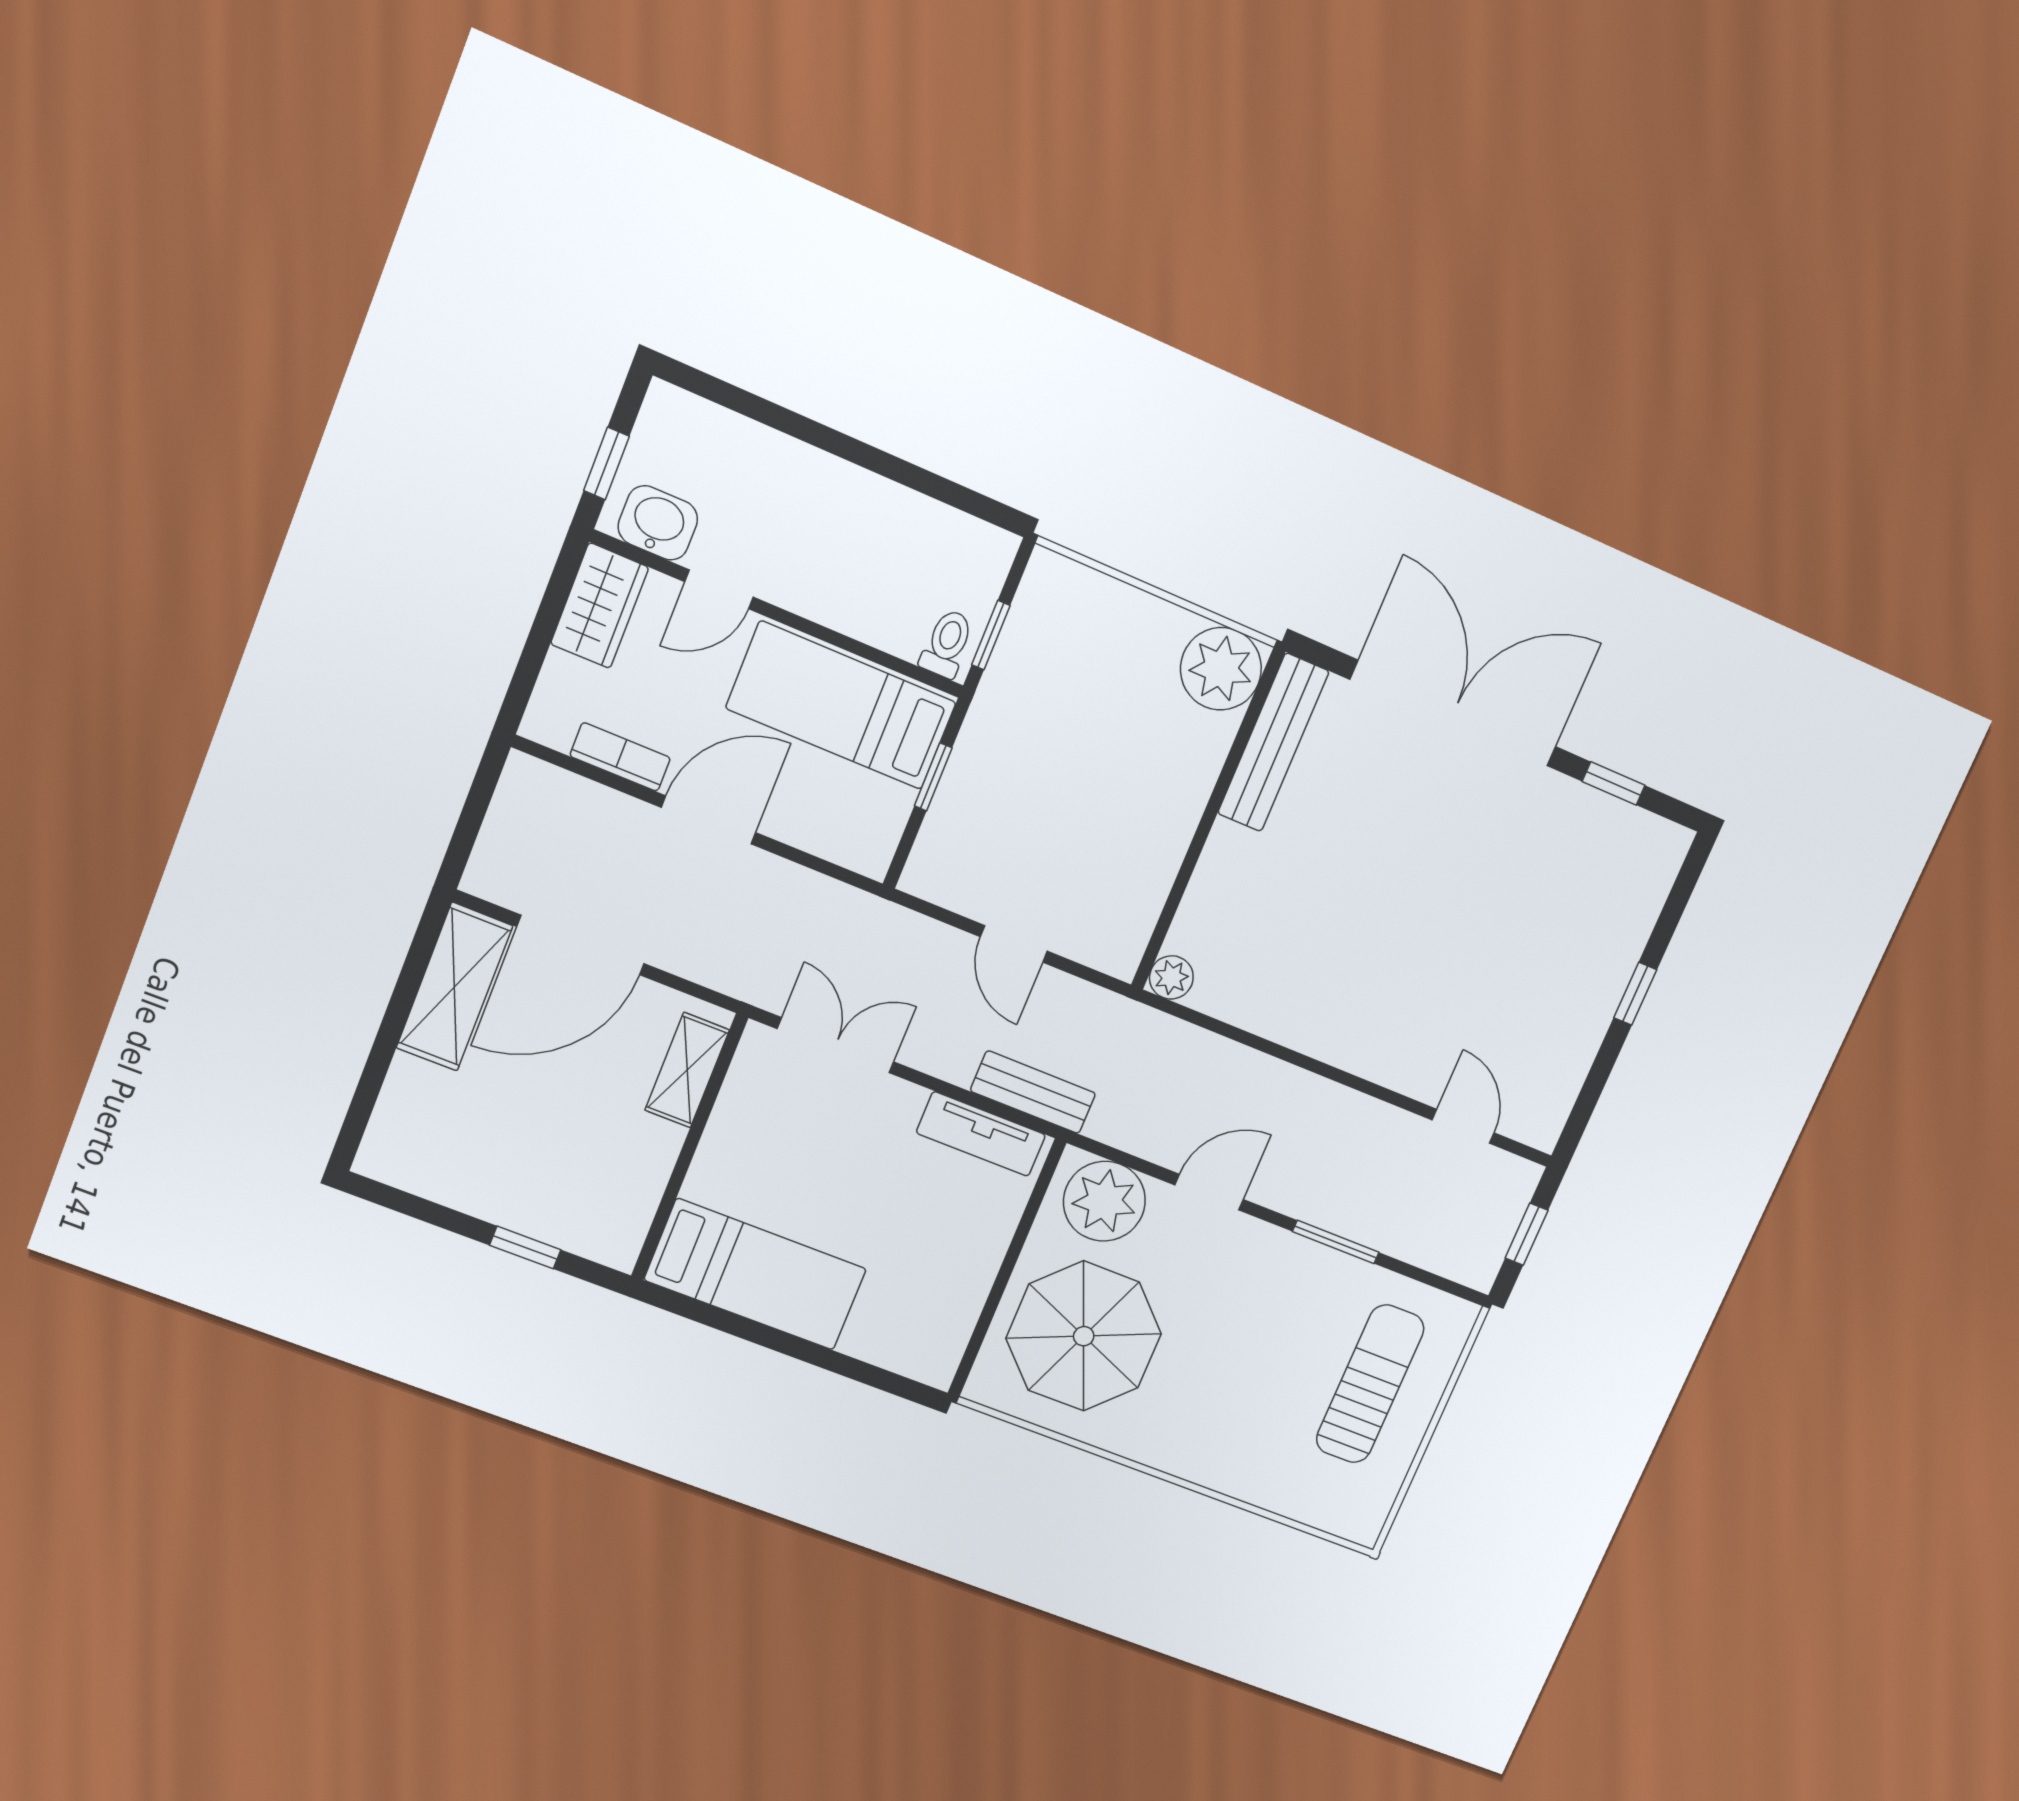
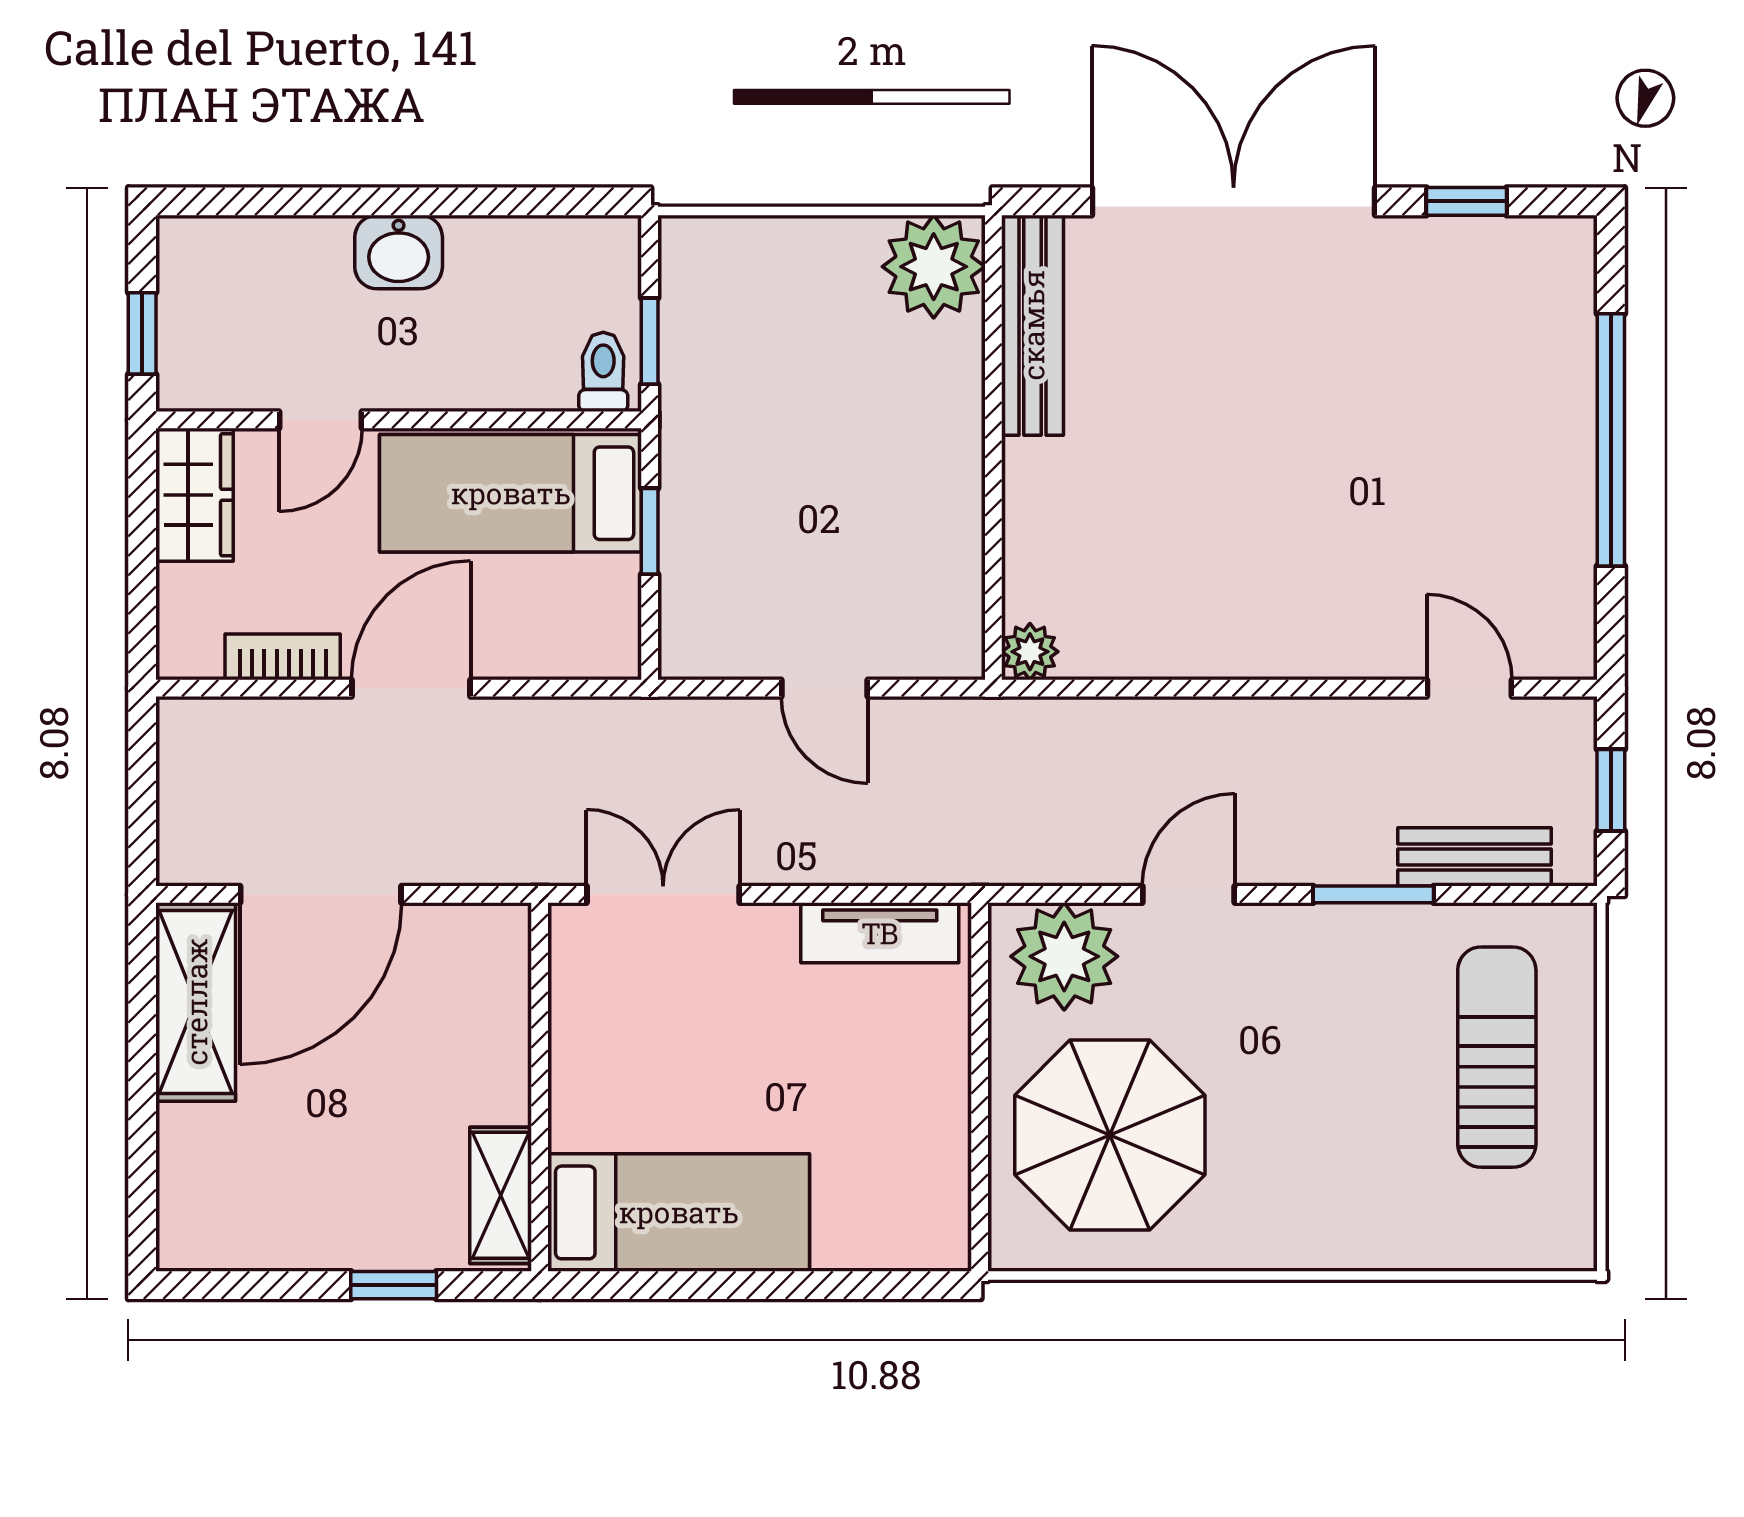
washbasin: (658, 523) -> (399, 252), moved, turned 180
window: (1635, 994) -> (1611, 440), width x3.17
shelving: (687, 1070) -> (501, 1195), moved
bench: (1033, 1092) -> (1475, 857), moved

